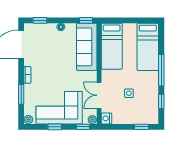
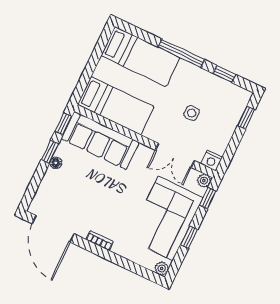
window: (40, 20) -> (50, 152), moved
window: (21, 94) -> (122, 262), removed

